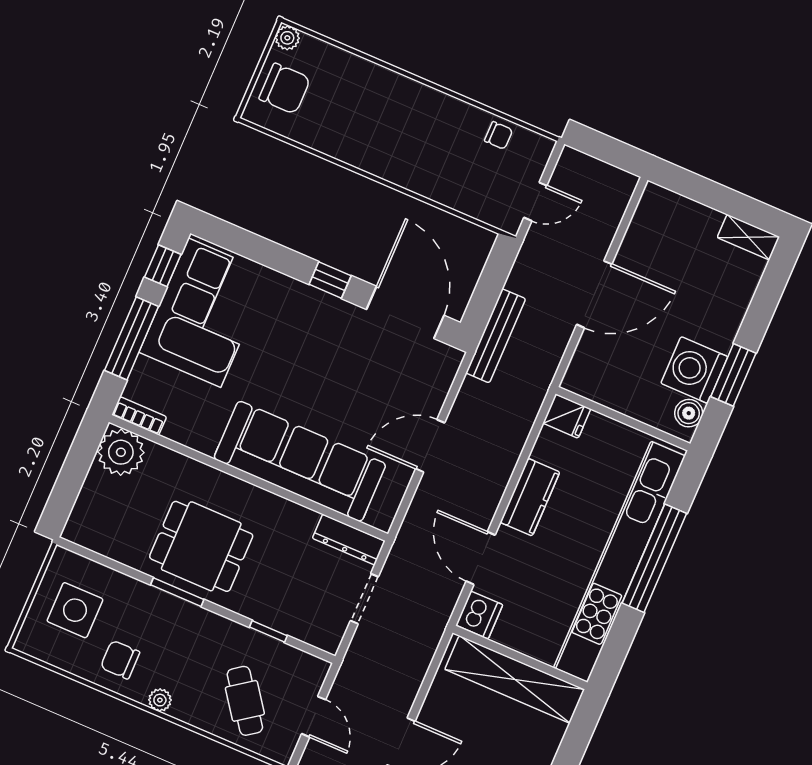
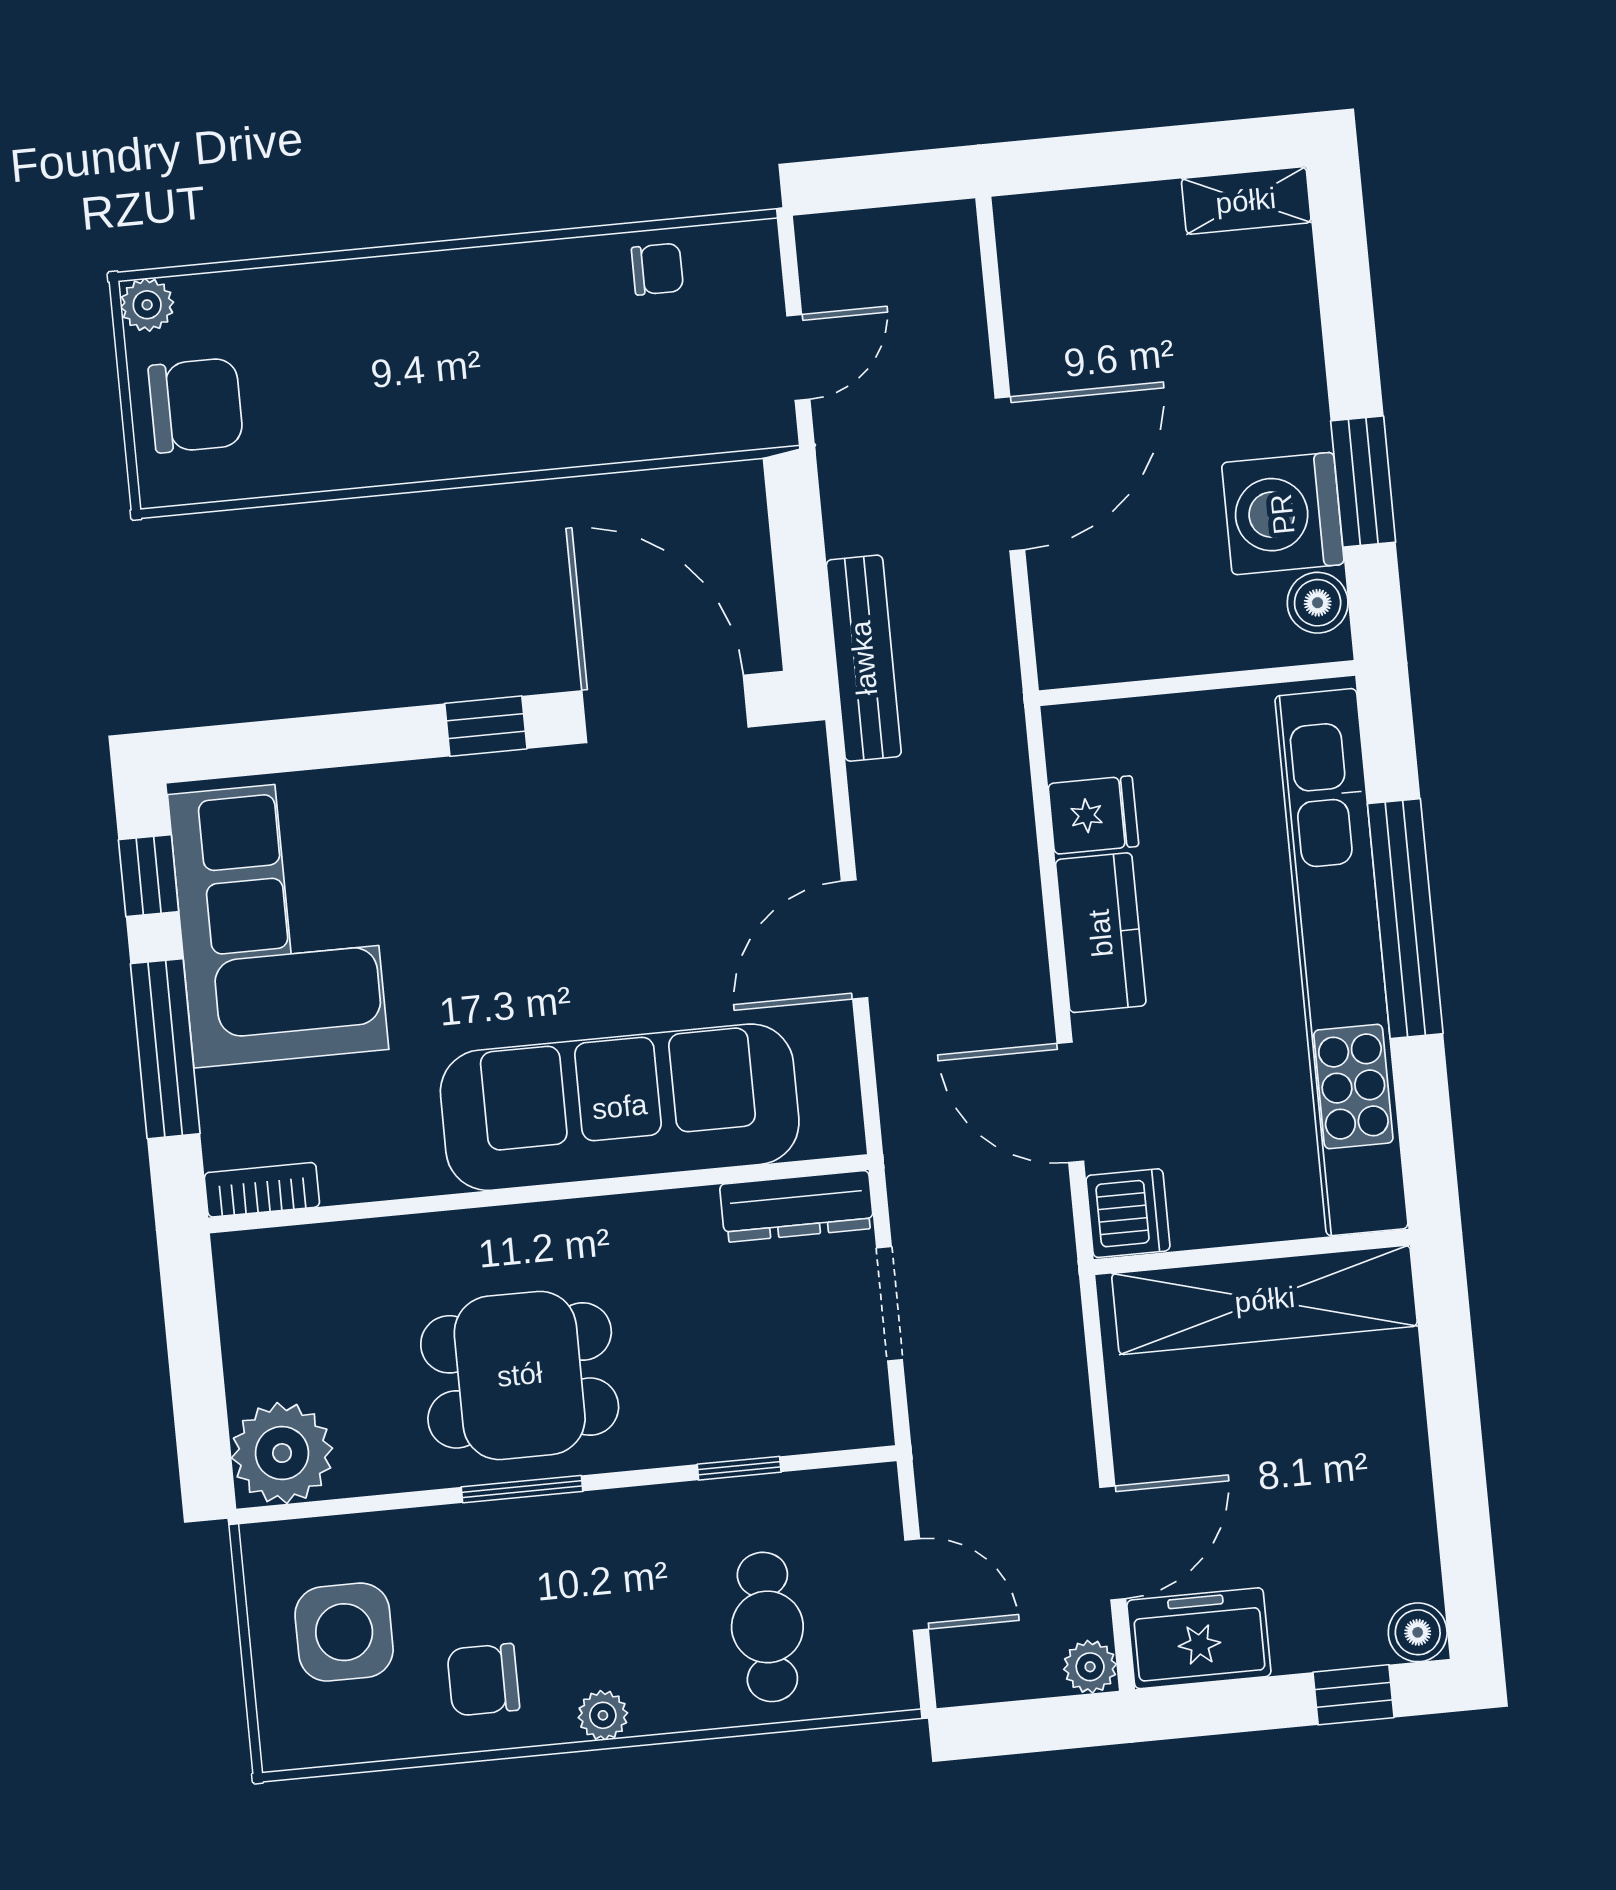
fridge: (567, 416) -> (1093, 815), moved
plant: (121, 452) -> (282, 1453), moved
cafe table: (245, 701) -> (767, 1627), turned 36

